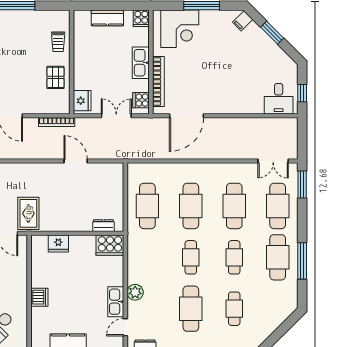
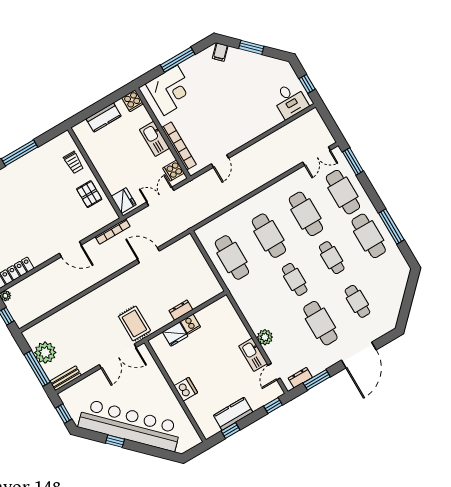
door: (186, 116) -> (220, 161), width x0.53
dresser: (103, 226) -> (181, 310), moved
cooker: (110, 245) -> (190, 324), moved, width x0.53, depth x0.76

